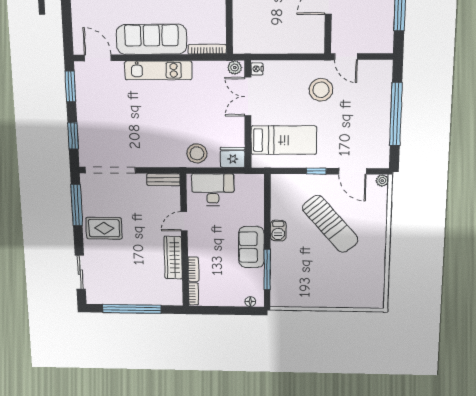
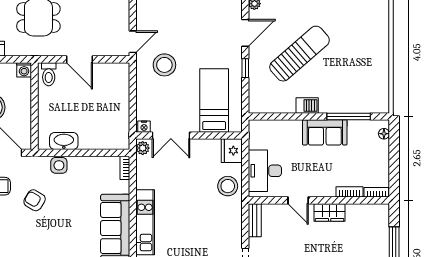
bookcase: (207, 49) -> (125, 168), width x0.64
wardrobe: (173, 258) -> (330, 212), width x0.67

